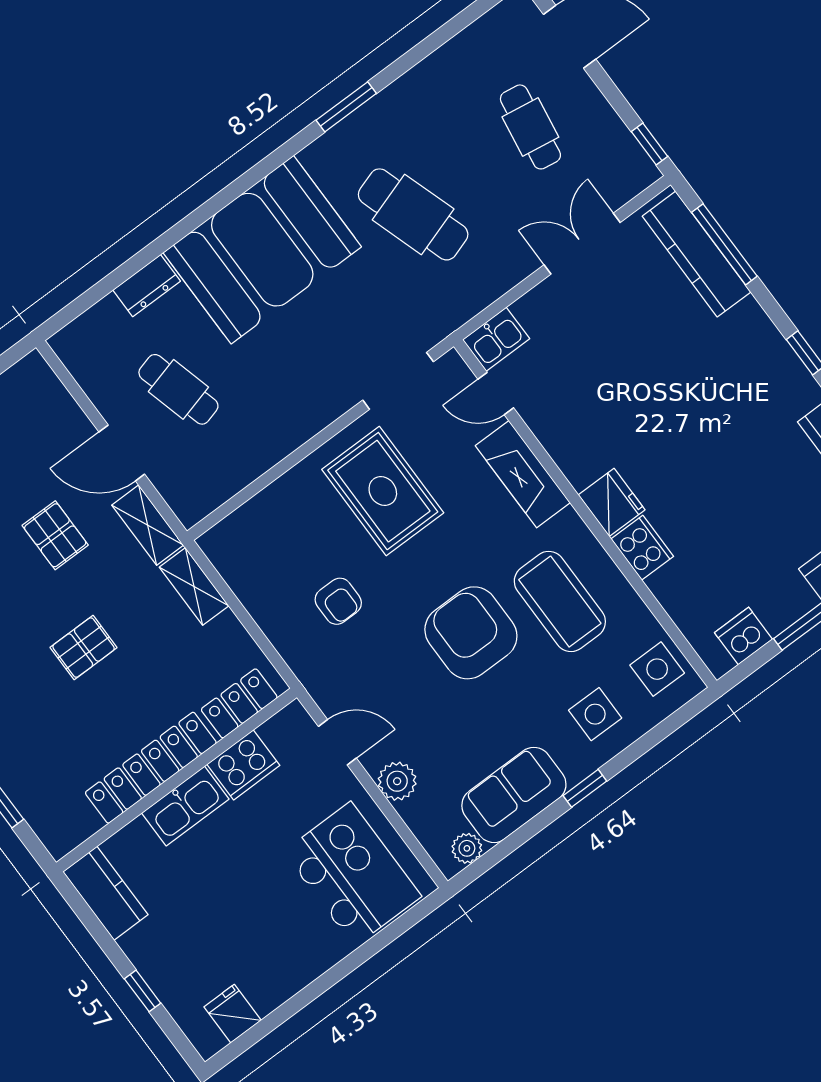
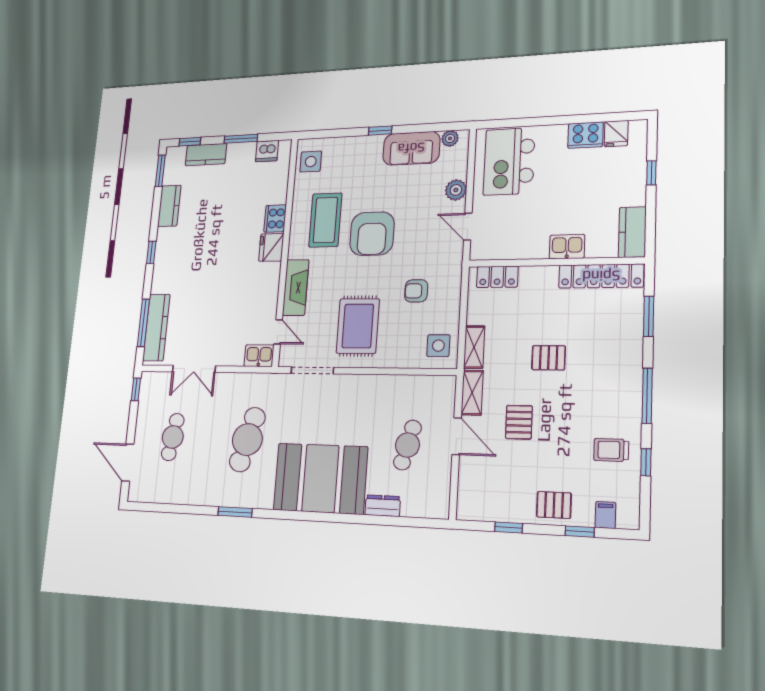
cafe table: (413, 214) -> (247, 440), turned 33
cafe table: (178, 389) -> (407, 445), turned 30
armchair: (338, 601) -> (416, 291), turned -90
side table: (595, 714) -> (438, 346), moved
cooker: (243, 765) -> (586, 135), moved, turned 180
locker: (151, 768) -> (601, 276), moved
kitchen sink: (185, 806) -> (567, 247), width x0.73

